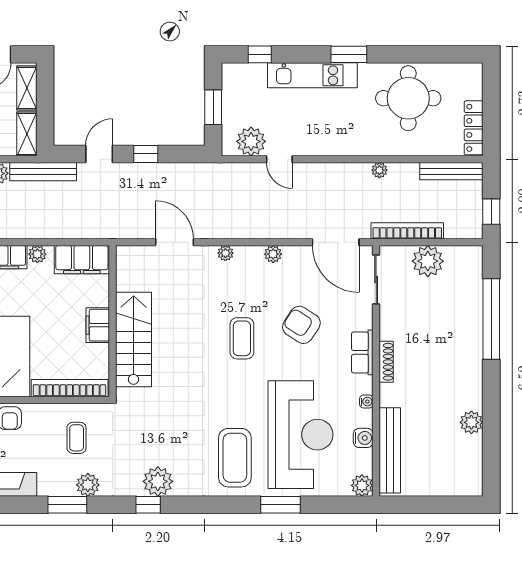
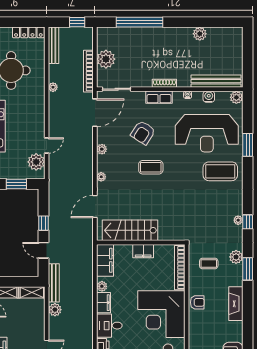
stairs: (134, 339) -> (130, 230), moved
reception desk: (300, 435) -> (207, 133), turned 180
plant: (158, 481) -> (238, 220), width x0.53, depth x0.53

